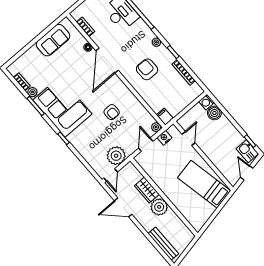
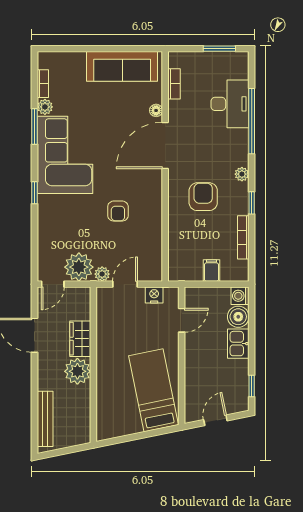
sofa: (53, 40) -> (122, 66), width x1.36
filing cabinet: (165, 117) -> (211, 271), moved
plant: (156, 127) -> (102, 274), moved
kitchen sink: (247, 151) -> (238, 344), moved

